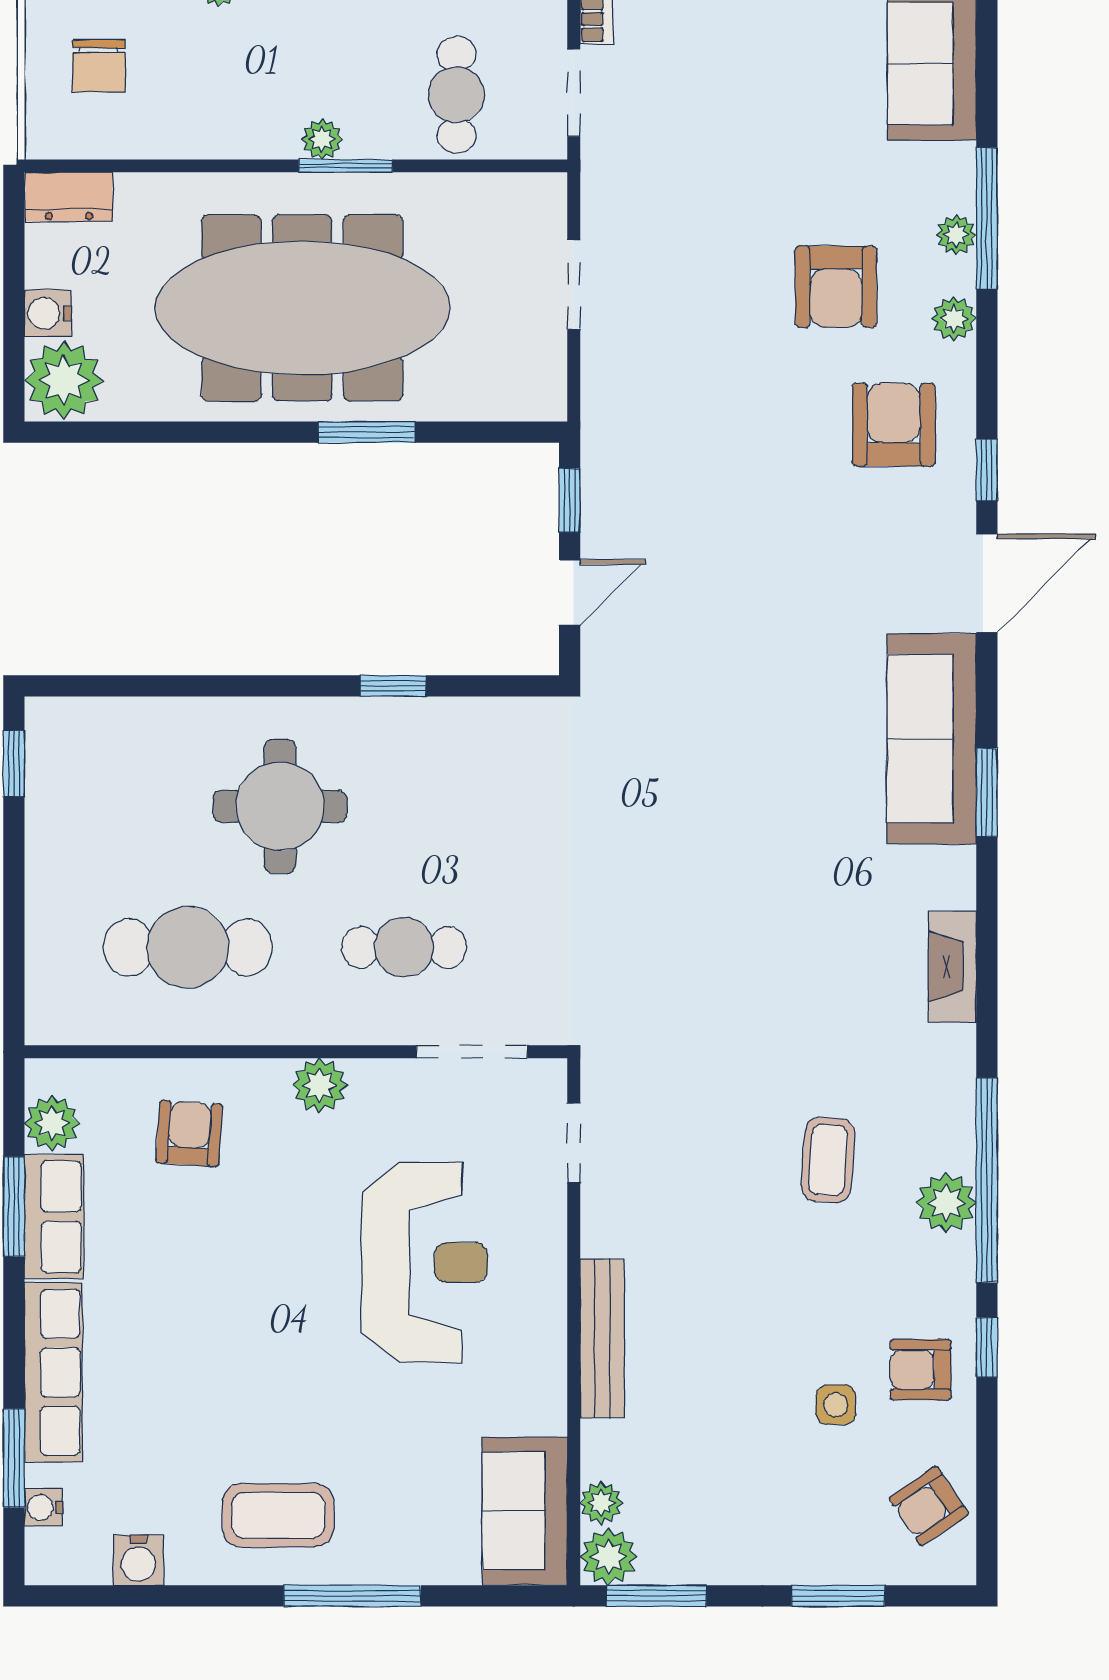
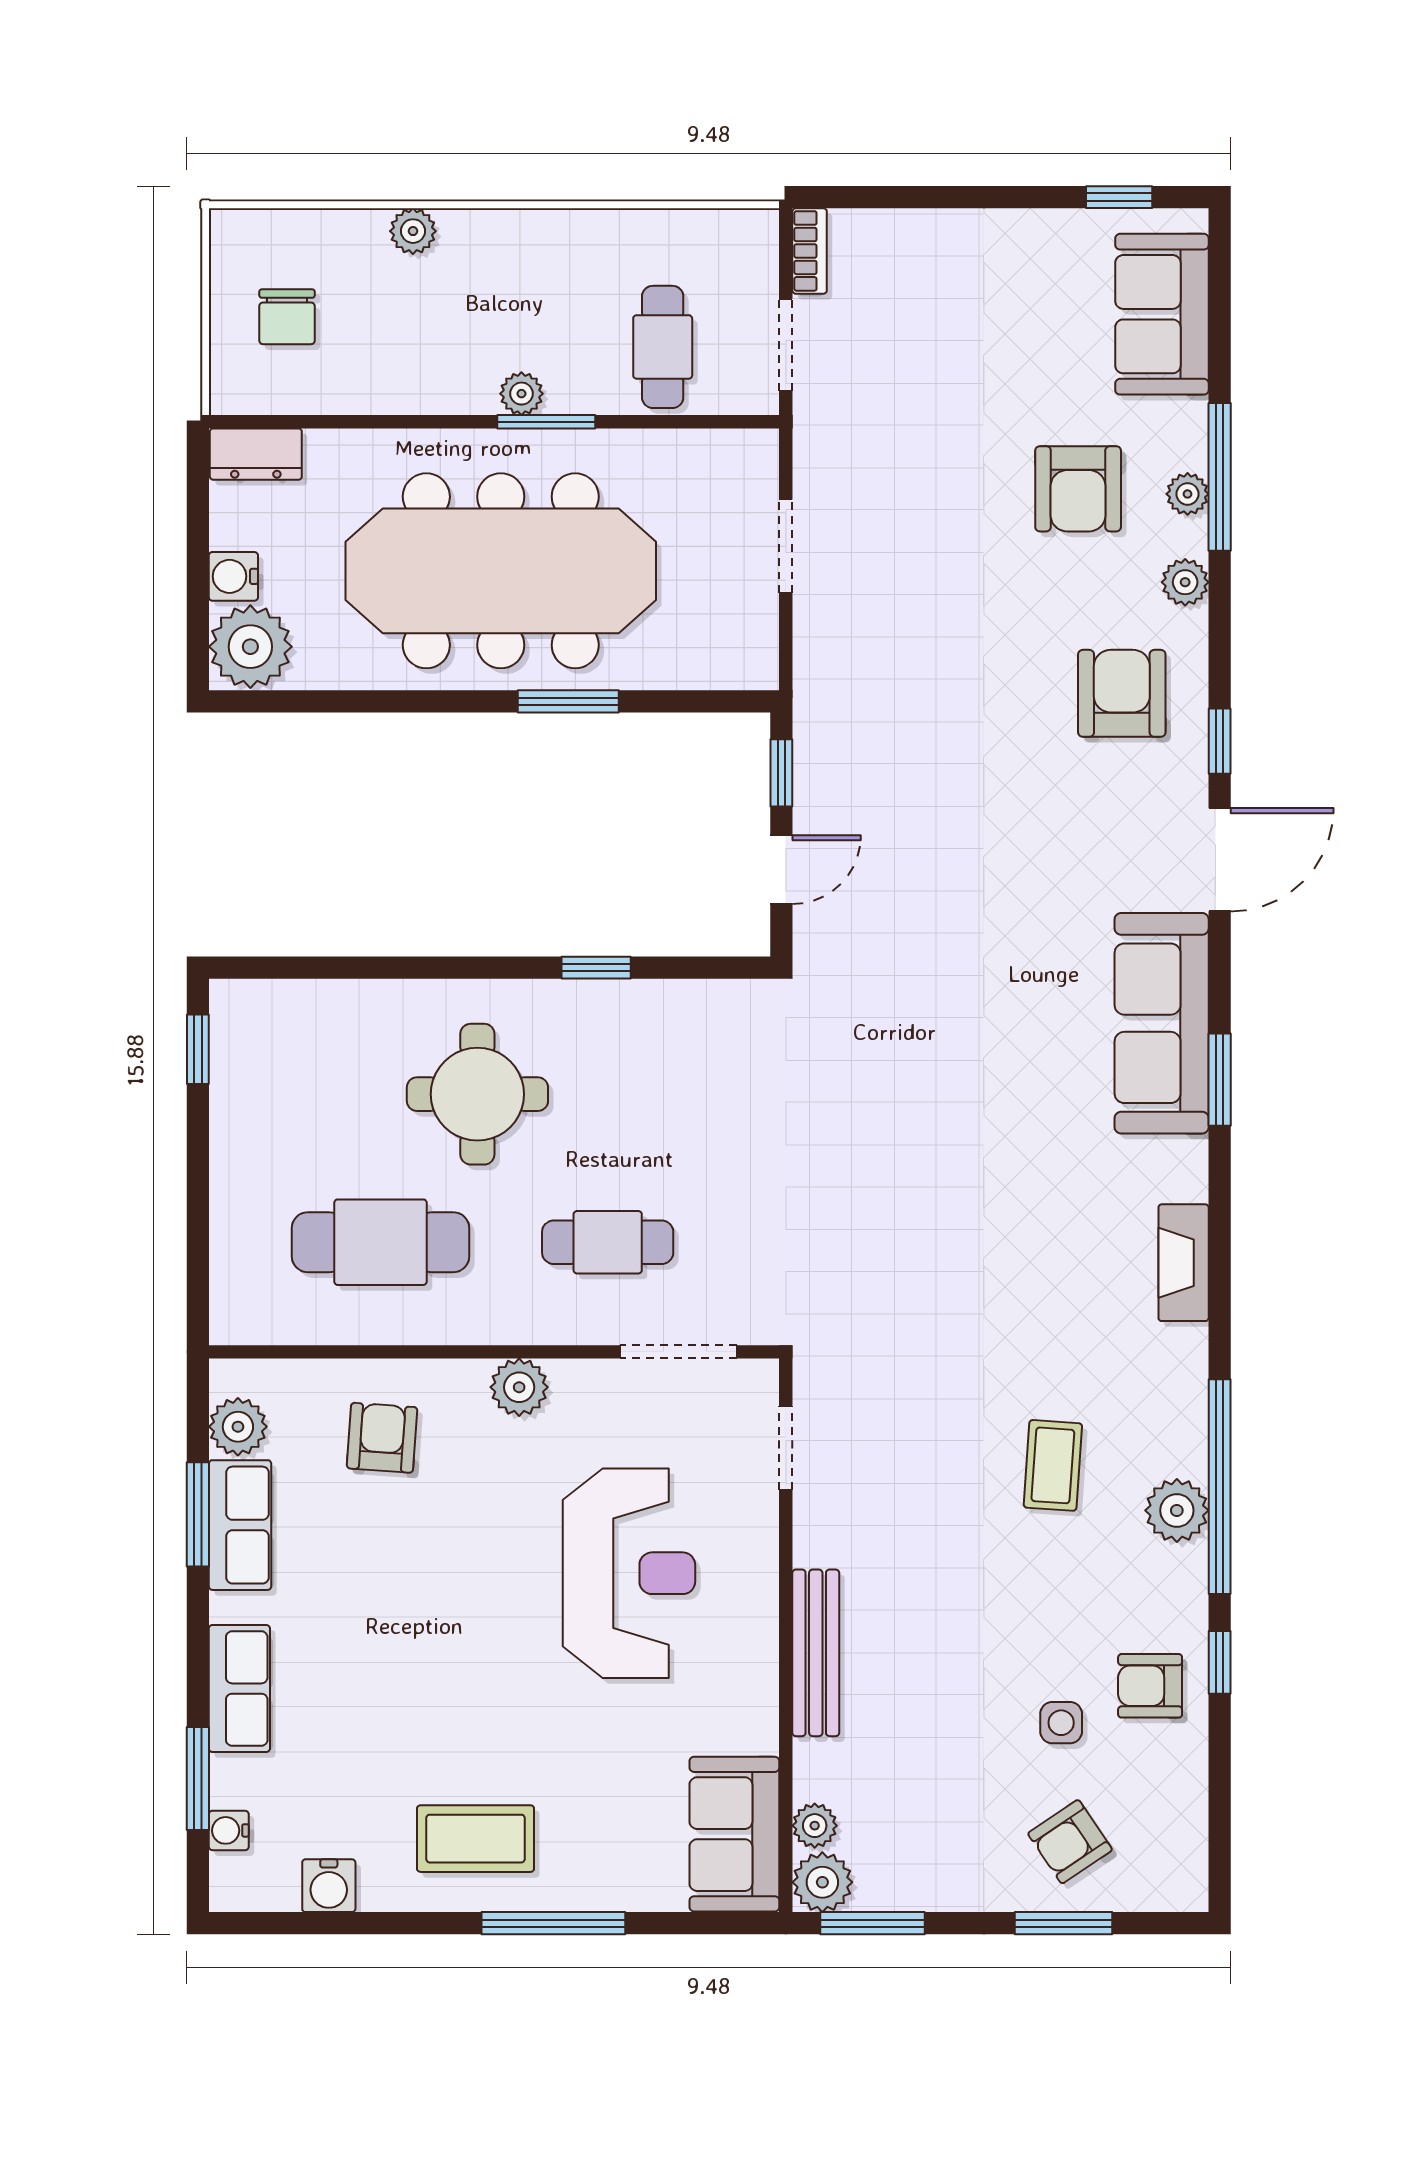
armchair: (836, 287) -> (1078, 489), moved
row of seats: (53, 1372) -> (239, 1689), width x0.68
armchair: (929, 1506) -> (1070, 1842), moved

